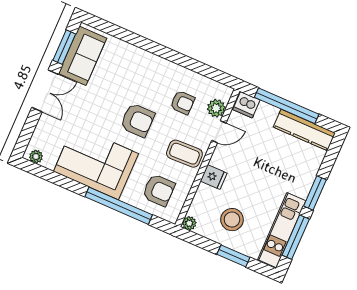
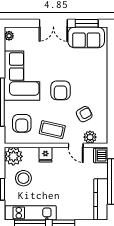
armchair: (183, 103) -> (84, 114), turned -119
coffee table: (184, 154) -> (52, 130), turned -75
plant: (189, 223) -> (13, 156), width x1.87, depth x1.87

